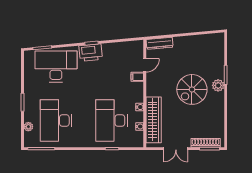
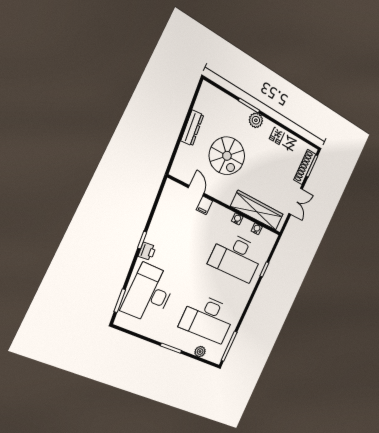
dresser: (160, 43) -> (192, 128), moved
printer: (91, 53) -> (147, 251), width x0.53, depth x0.68
spiral stairs: (192, 89) -> (227, 156), moved

